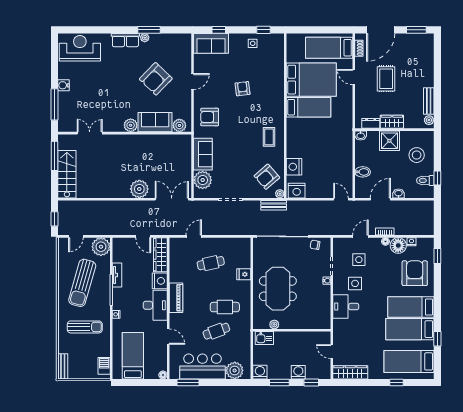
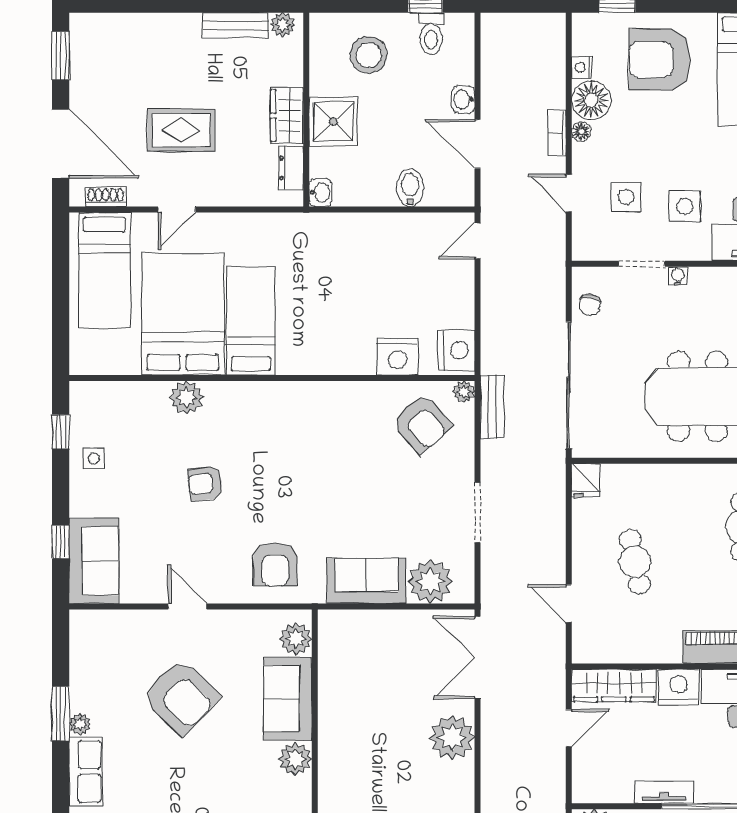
plant: (277, 81) -> (186, 397), added
coffee table: (269, 137) -> (324, 418), removed
fridge: (244, 274) -> (586, 480), moved

